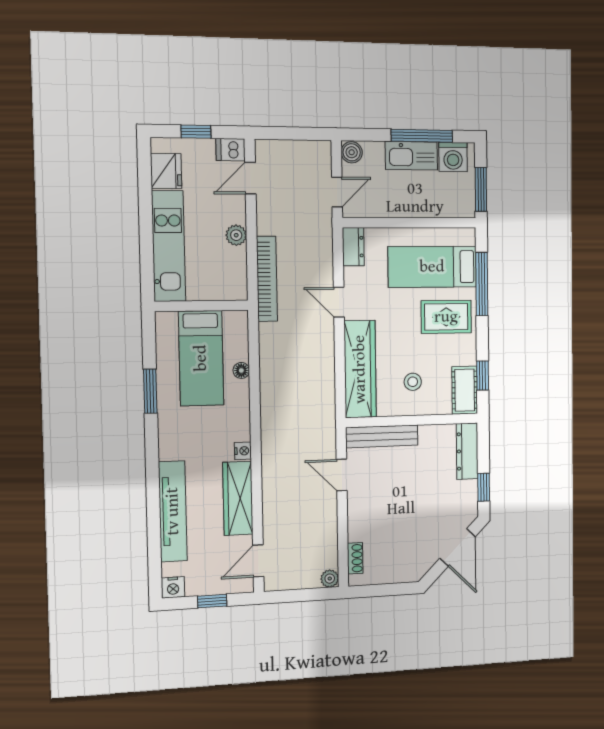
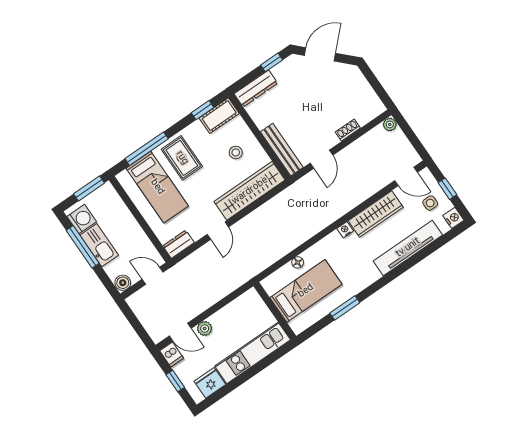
plant: (236, 235) -> (205, 328), moved
bookcase: (267, 279) -> (233, 283), removed
shoe rack: (355, 558) -> (348, 130), moved
side table: (209, 570) -> (430, 203), added

